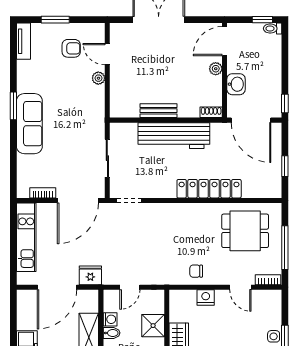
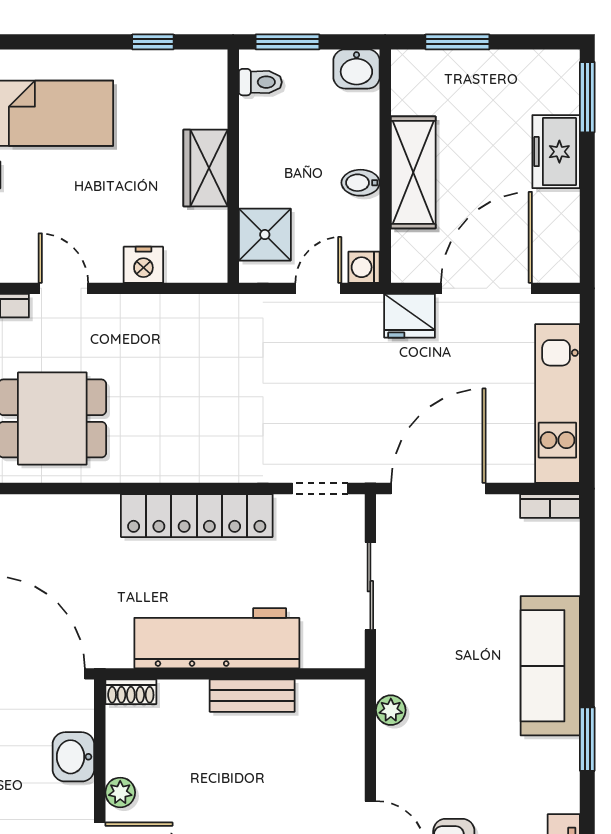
plant: (98, 78) -> (391, 710), moved
window: (13, 106) -> (587, 739), moved
locker: (209, 189) -> (197, 516), moved
bookcase: (43, 193) -> (550, 506), moved
chair: (196, 271) -> (165, 325), removed
washing machine: (110, 319) -> (364, 267), moved
shower: (153, 326) -> (265, 235), moved

